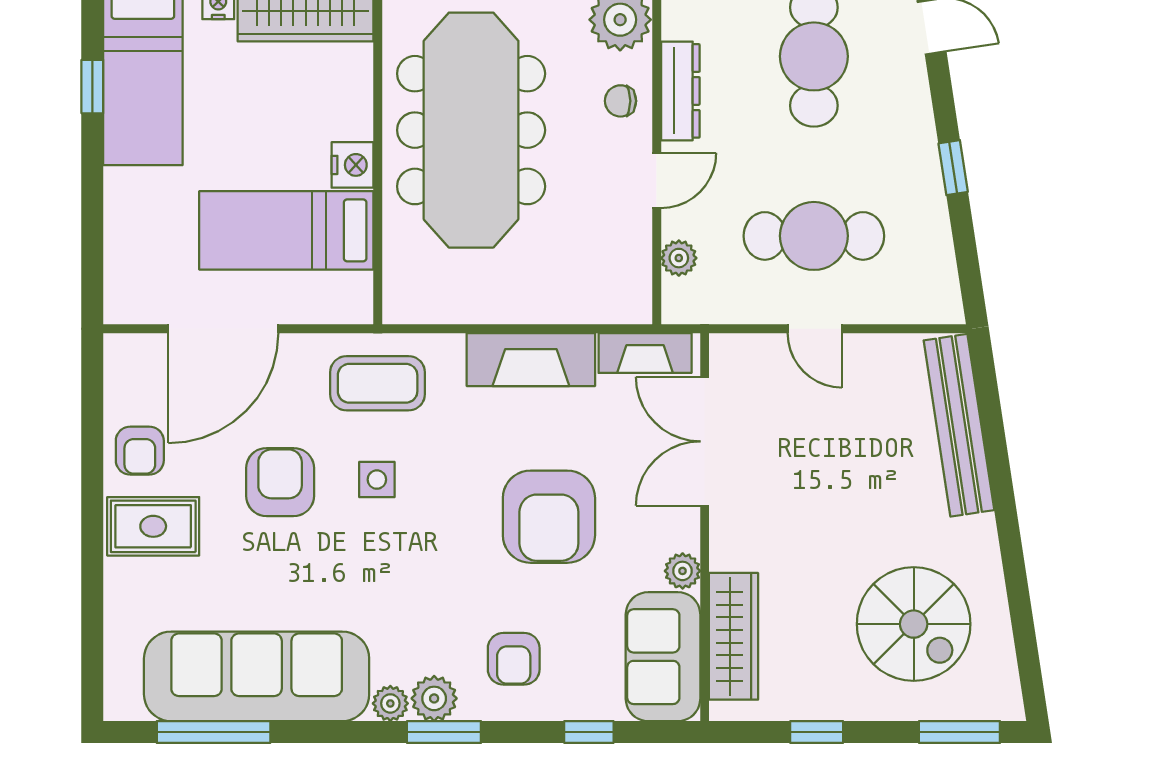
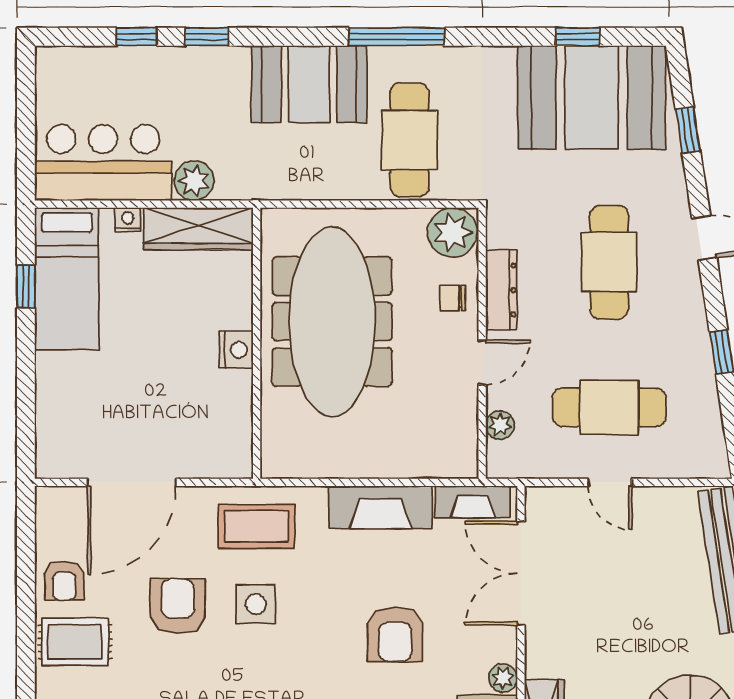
bed: (286, 230) -> (183, 403), removed
side table: (377, 480) -> (256, 604), width x1.37, depth x1.37
armchair: (549, 517) -> (395, 634), width x0.73, depth x0.73

